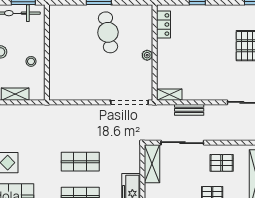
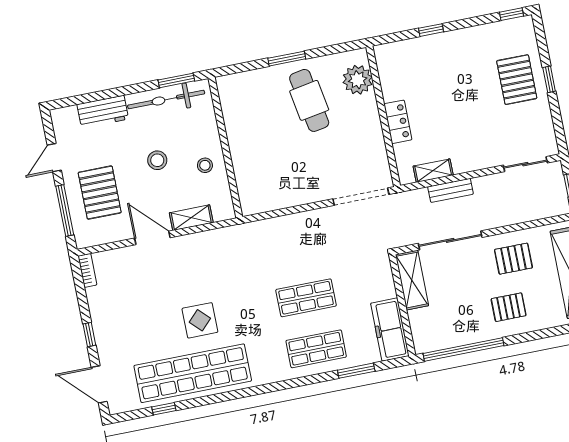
locker: (163, 25) -> (398, 122), moved
plant: (147, 55) -> (358, 80), moved, width x1.88, depth x1.88
shelving: (169, 95) -> (433, 171), moved

